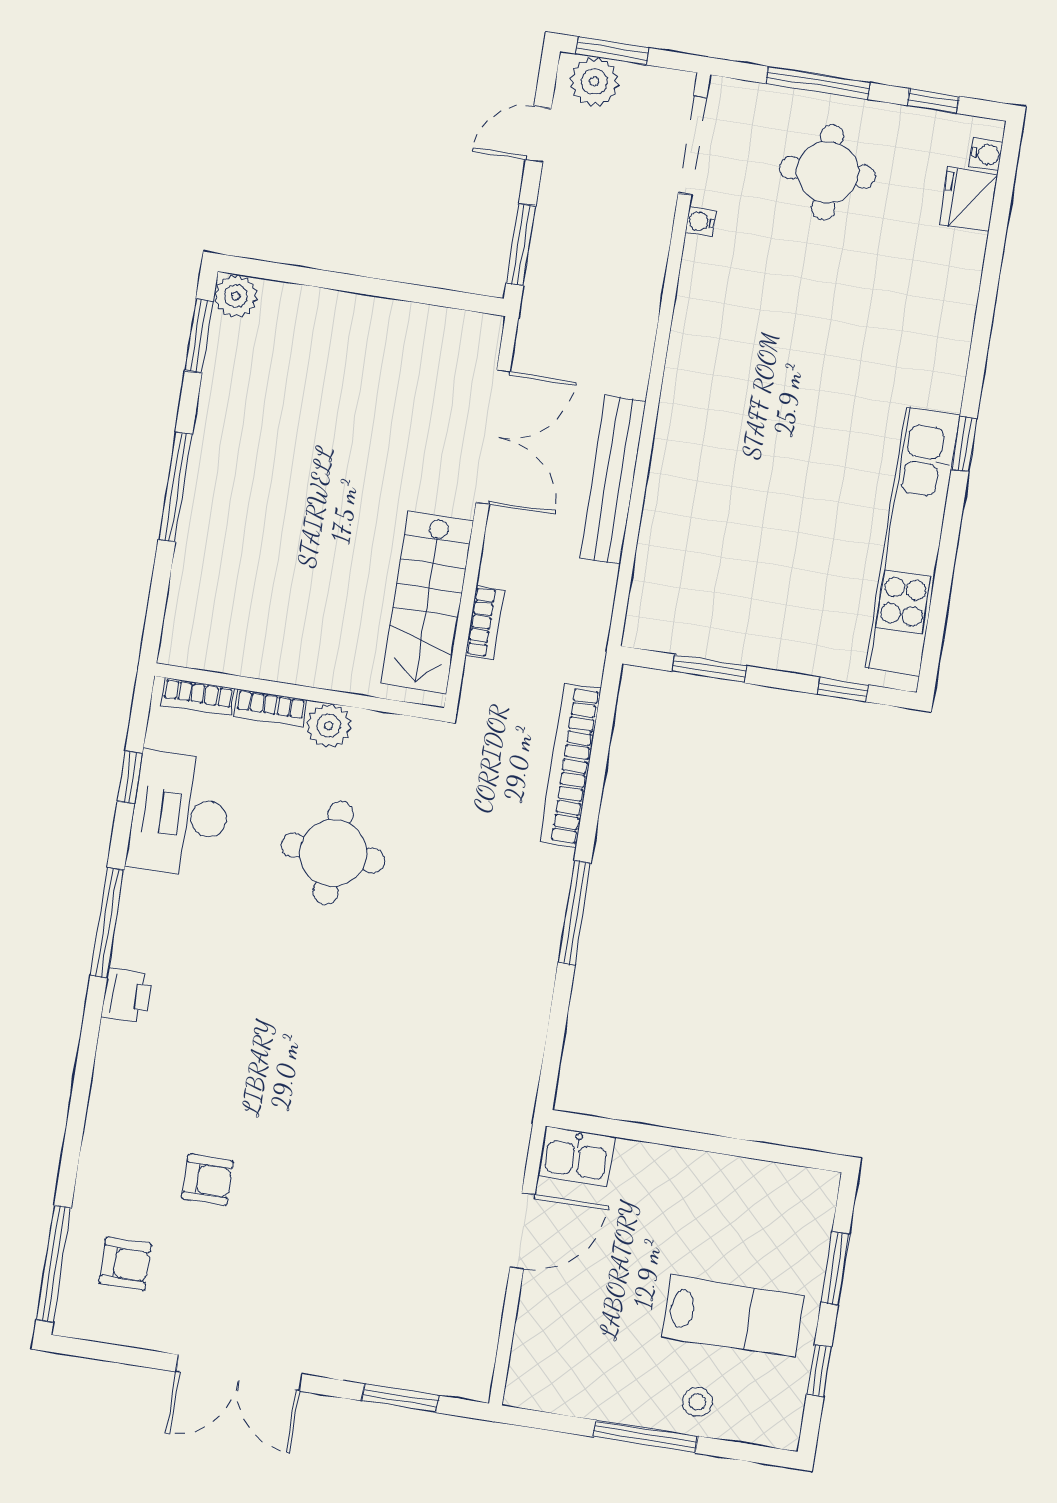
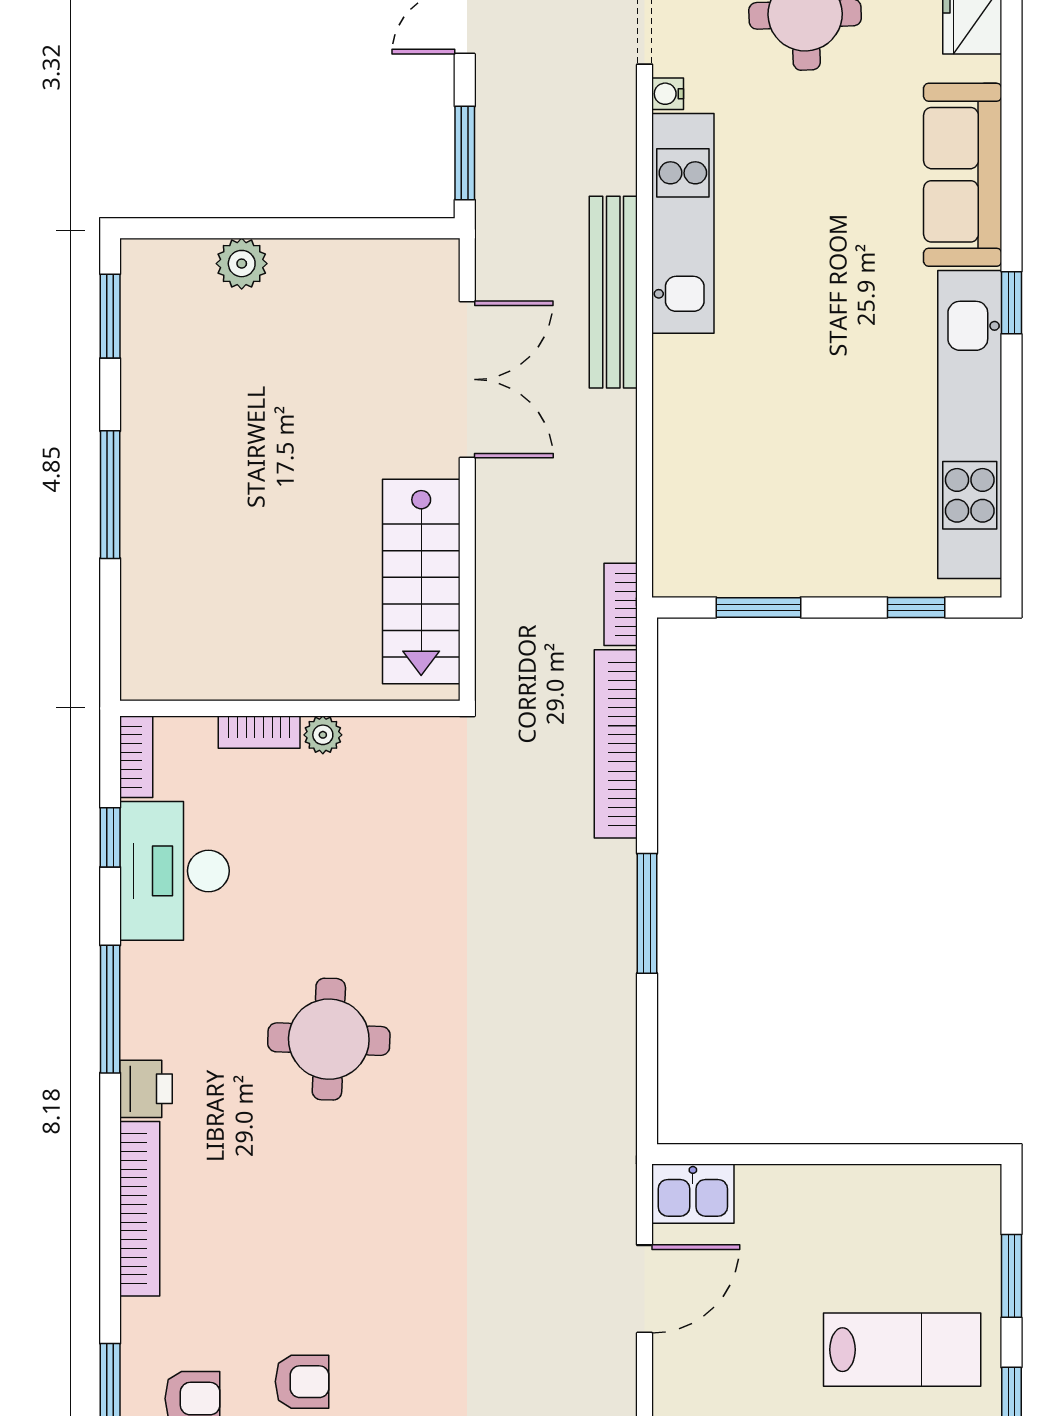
plant: (236, 296) -> (242, 264), moved
sofa: (940, 329) -> (963, 175), added
kitchen unit: (696, 333) -> (683, 223), added
bench: (613, 480) -> (613, 292), moved
bookcase: (485, 623) -> (621, 604), moved, turned 180
bookcase: (198, 697) -> (136, 757), moved, turned -90
plant: (329, 726) -> (323, 735), width x0.73, depth x0.73
round table: (333, 853) -> (329, 1039), moved
bookcase: (106, 1096) -> (140, 1209), added
armchair: (207, 1180) -> (302, 1382), moved

